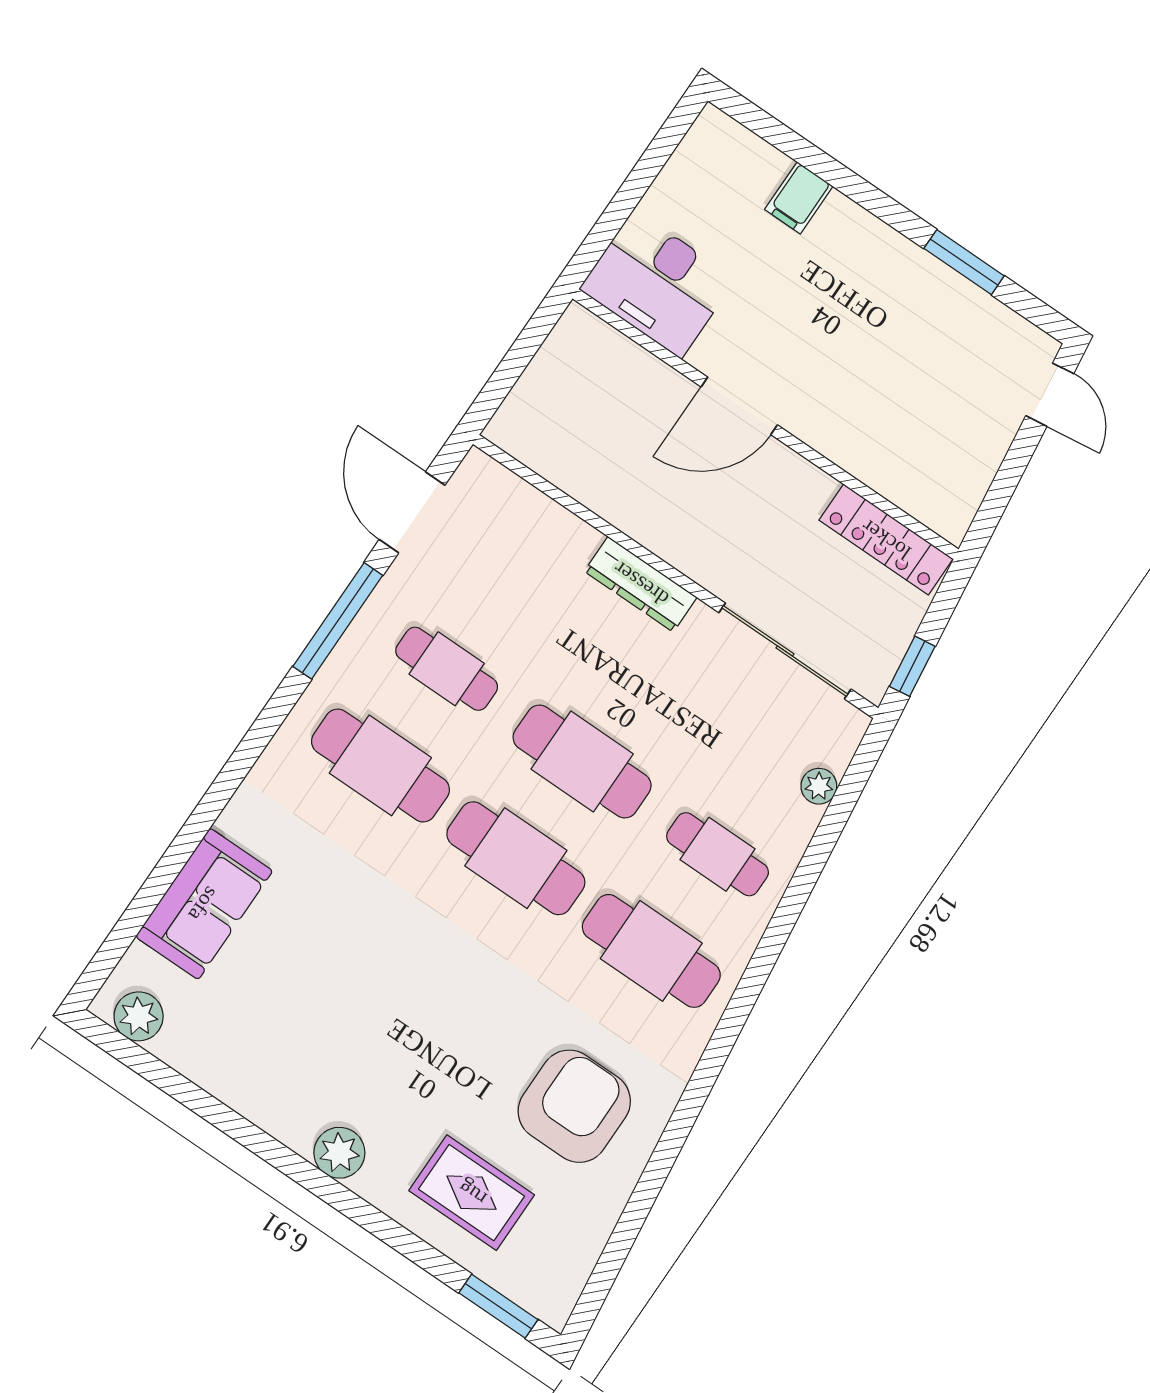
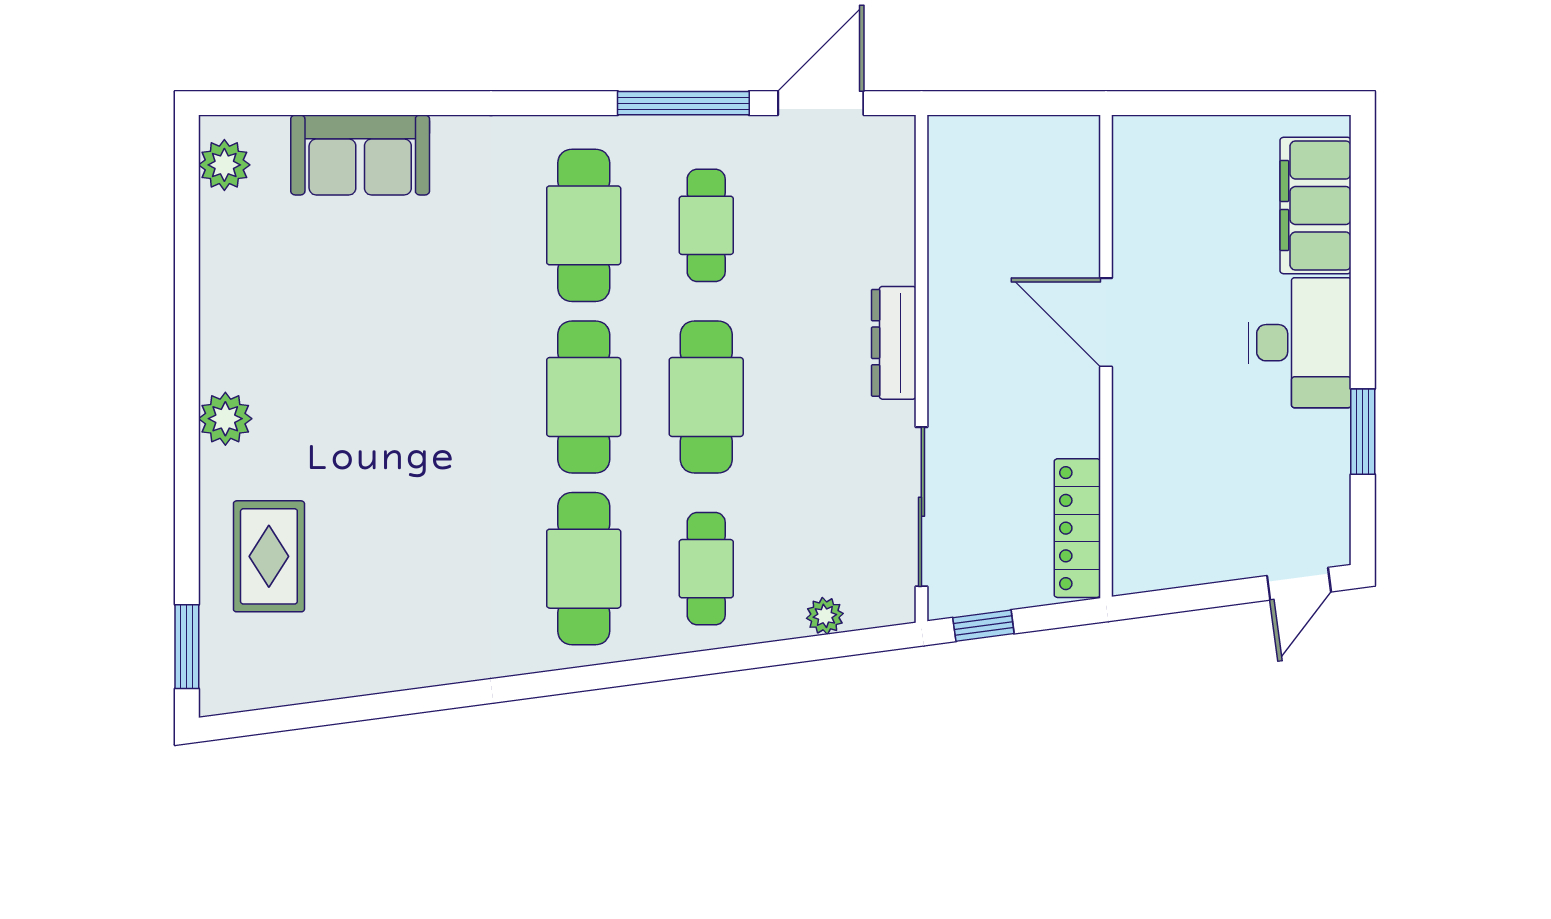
filing cabinet: (799, 198) -> (1316, 205), width x3.00, depth x1.17
desk: (658, 284) -> (1300, 343), moved, turned 180
armchair: (574, 1106) -> (404, 594), removed

